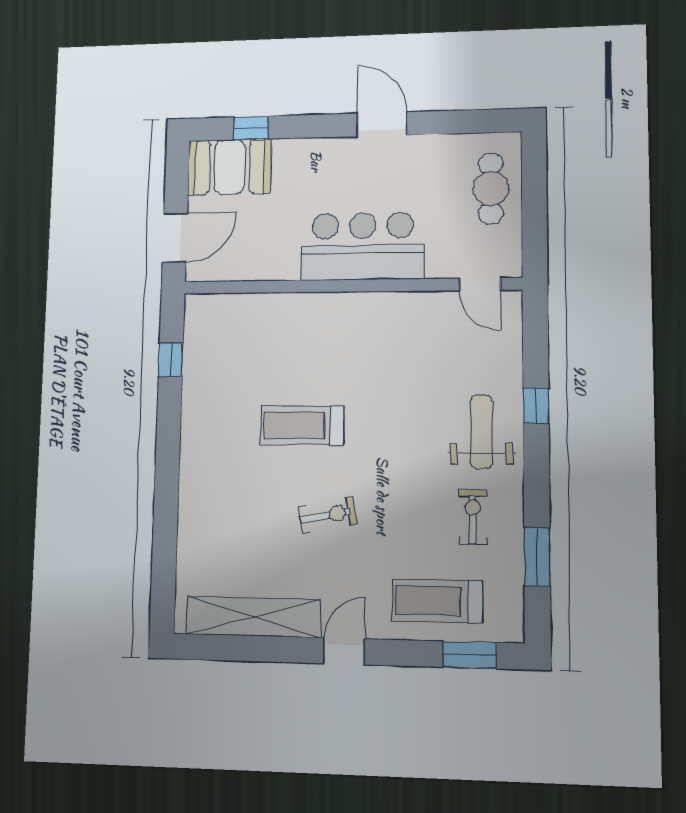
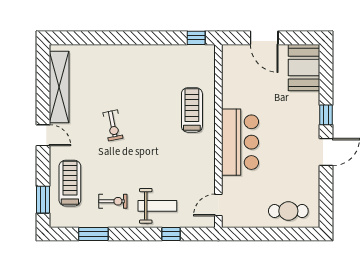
window: (251, 128) -> (326, 115), moved
bar counter: (362, 246) -> (240, 142), moved
door: (480, 284) -> (218, 205), moved
wall: (350, 286) -> (218, 136), moved
treadmill: (302, 425) -> (192, 110), moved

